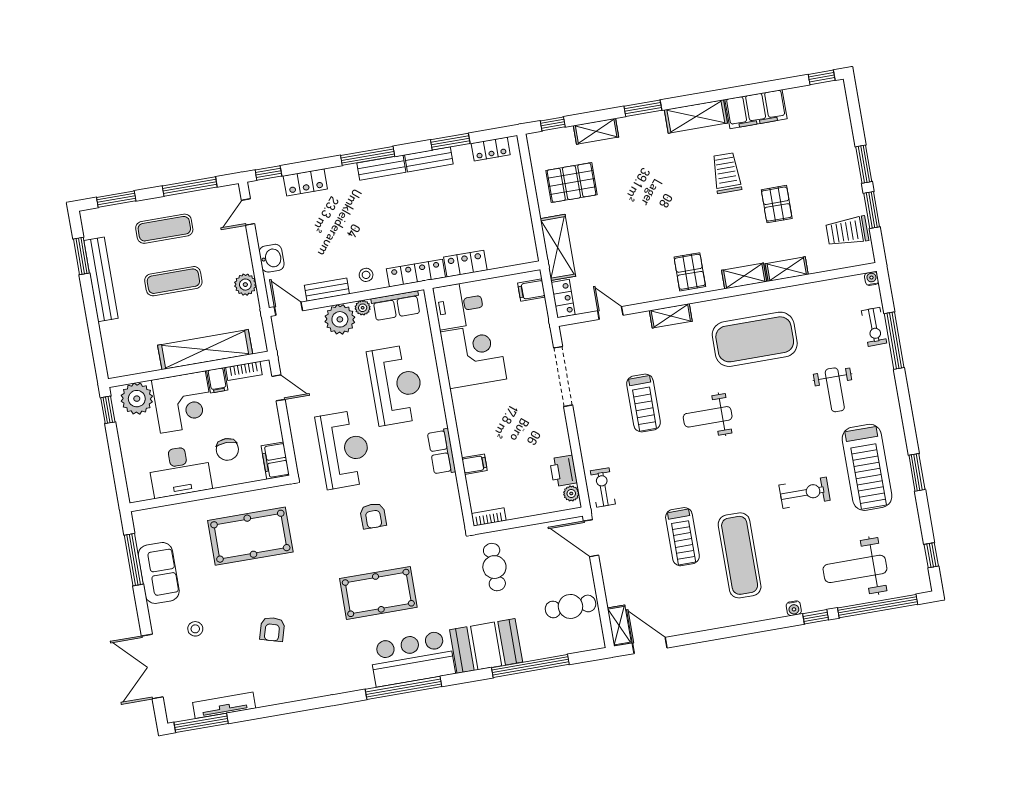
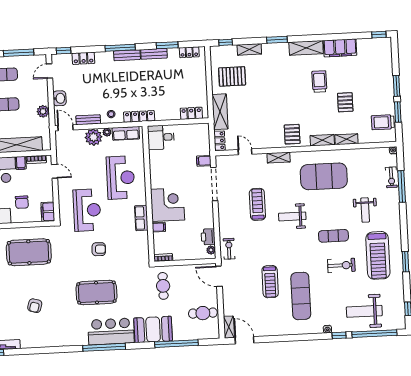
locker: (465, 264) -> (191, 113), moved
filing cabinet: (531, 290) -> (204, 161), moved
corner desk: (473, 356) -> (168, 205), moved
treadmill: (643, 403) -> (257, 204), turned 180
exercise mat: (784, 442) -> (333, 236), added
armchair: (373, 516) -> (99, 249), turned -88

